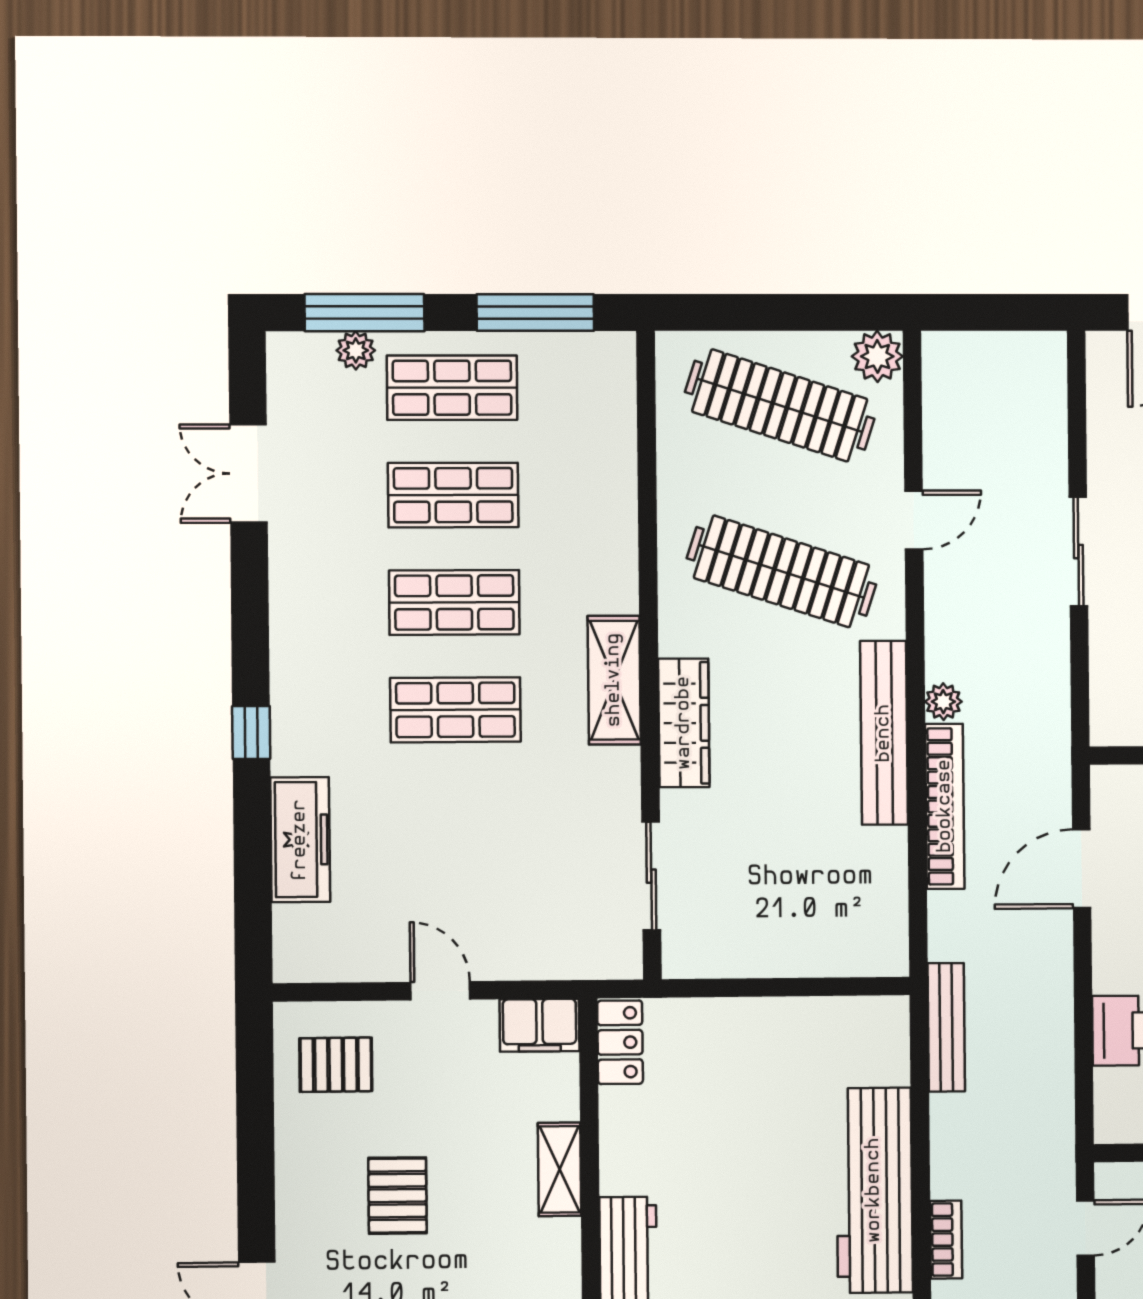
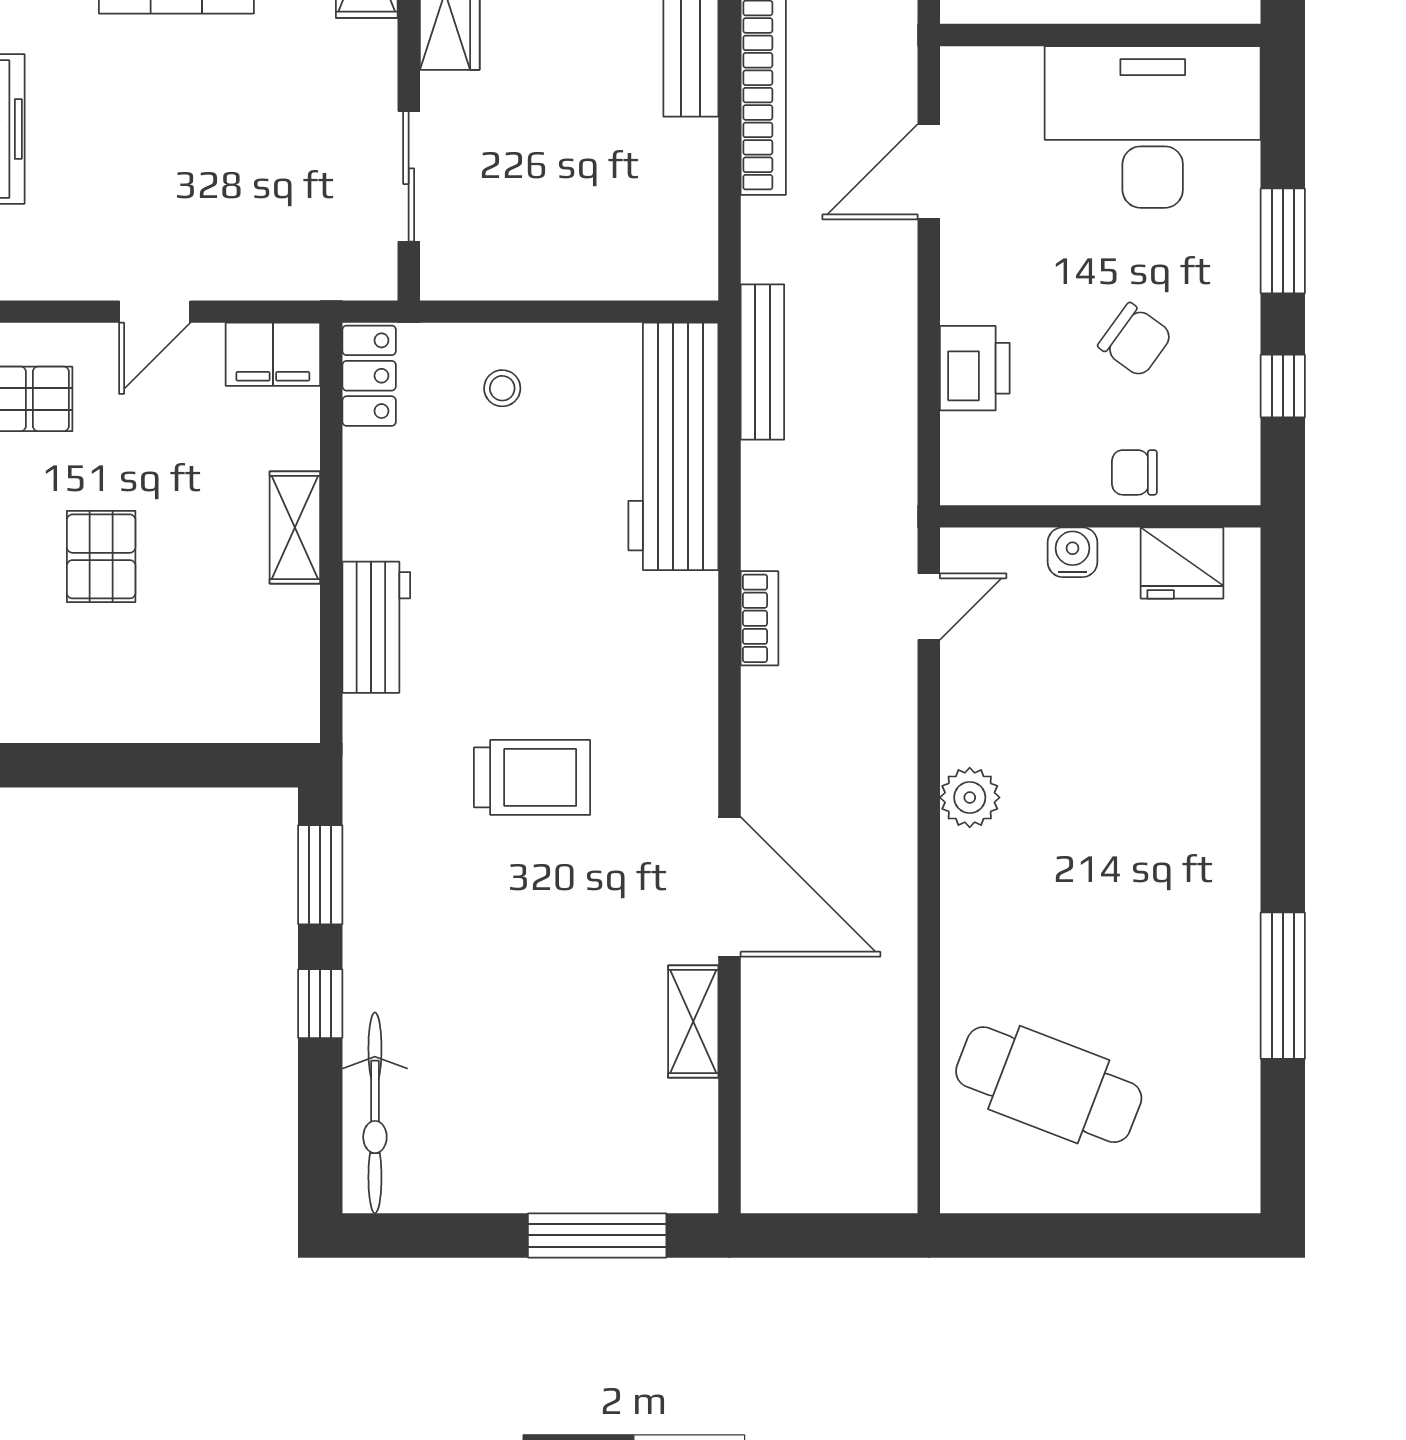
door: (440, 991) -> (155, 312), swing flipped
stool: (731, 1051) -> (502, 388), added
workbench: (874, 1190) -> (673, 446), moved

